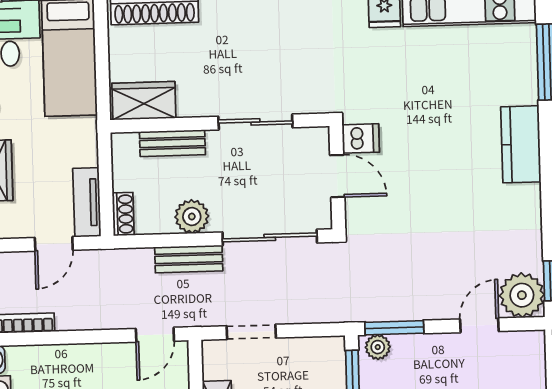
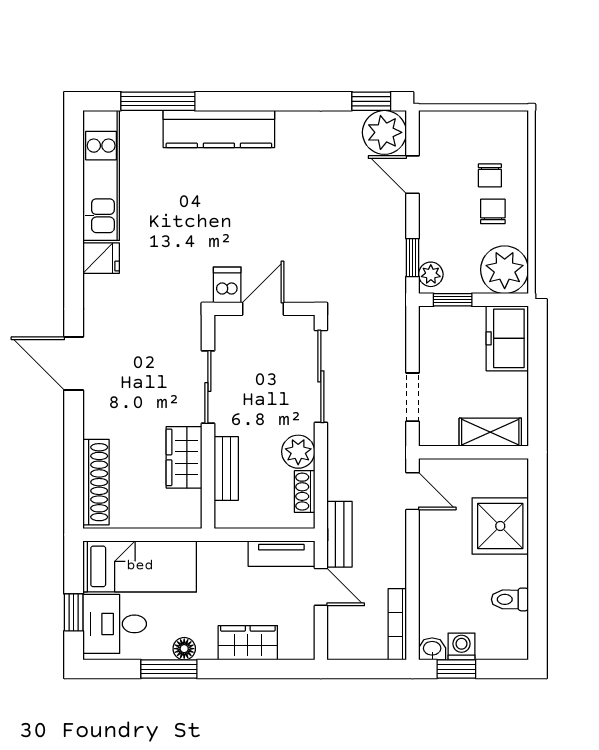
wardrobe: (144, 101) -> (184, 457), moved
kitchen counter: (521, 144) -> (219, 129), width x1.50
shoe rack: (123, 214) -> (305, 492), moved, turned -90
bench: (189, 259) -> (340, 534), moved
window: (394, 328) -> (412, 258), width x0.67

